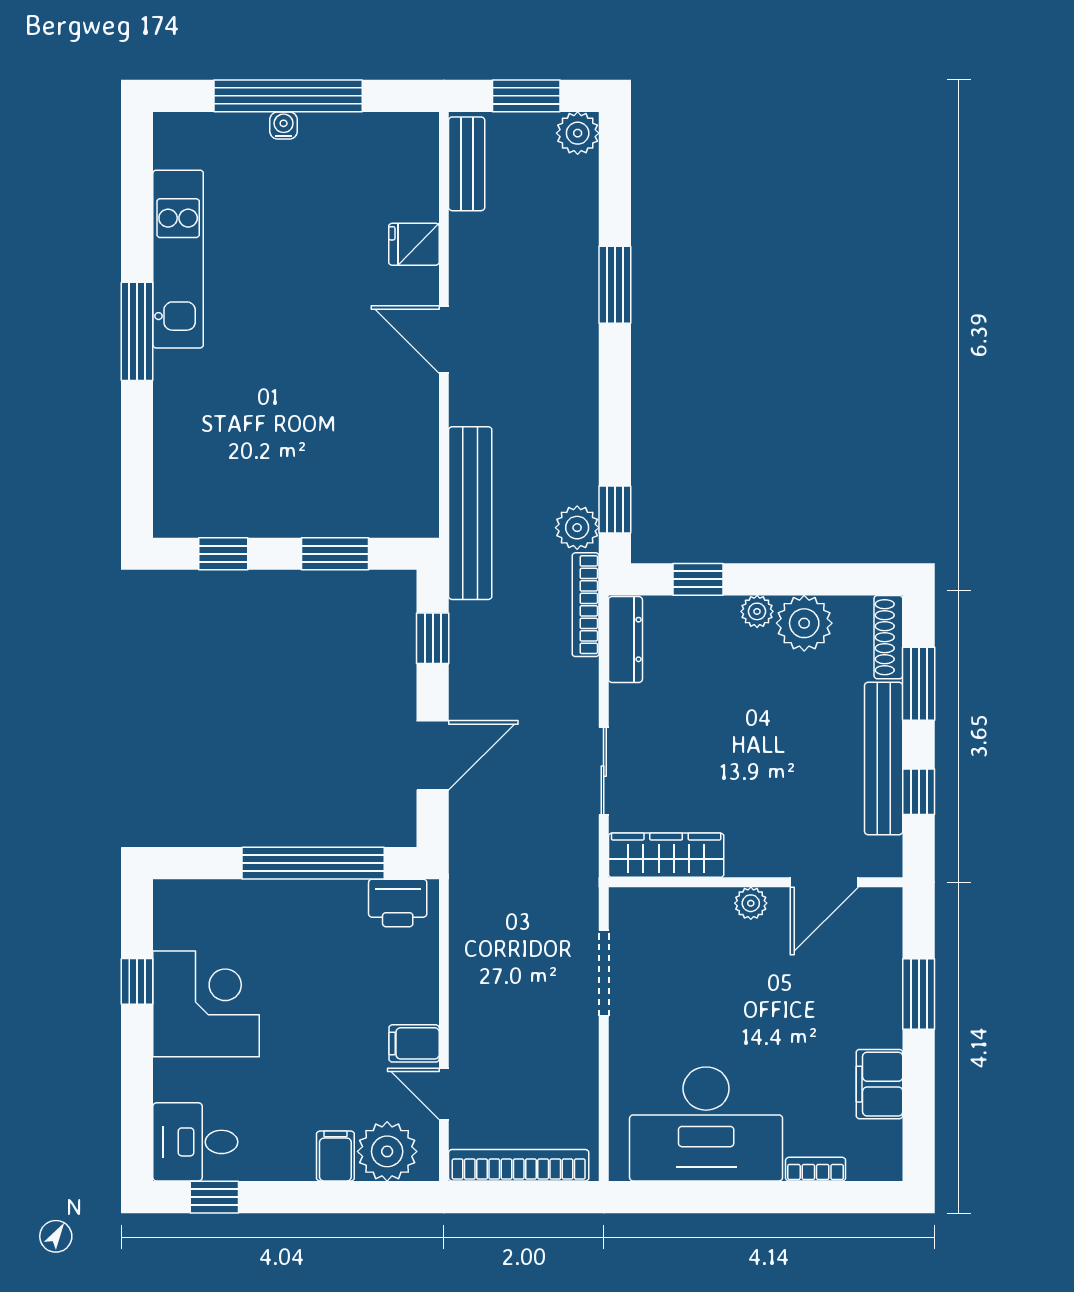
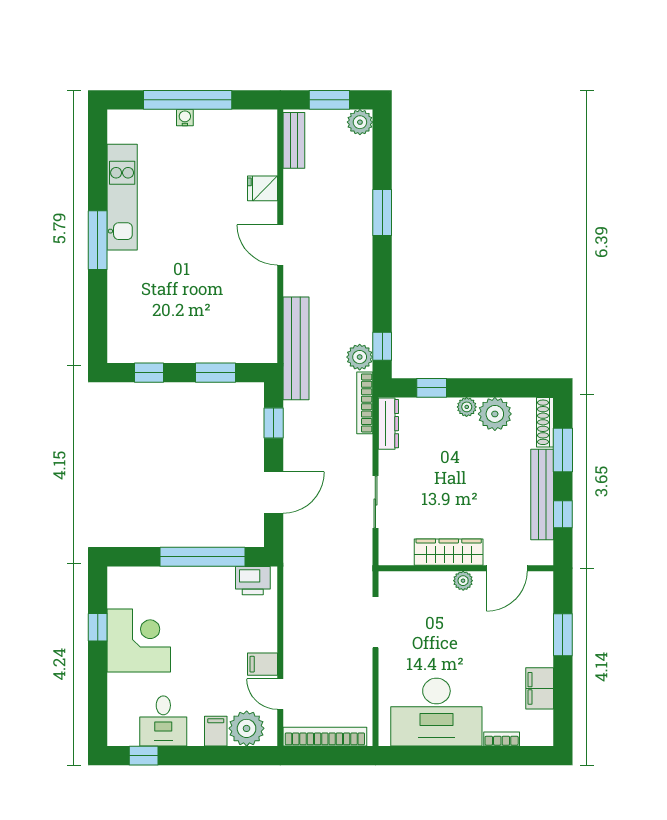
wardrobe: (666, 855) -> (449, 552), moved
desk: (195, 1142) -> (163, 721), moved, turned -90

